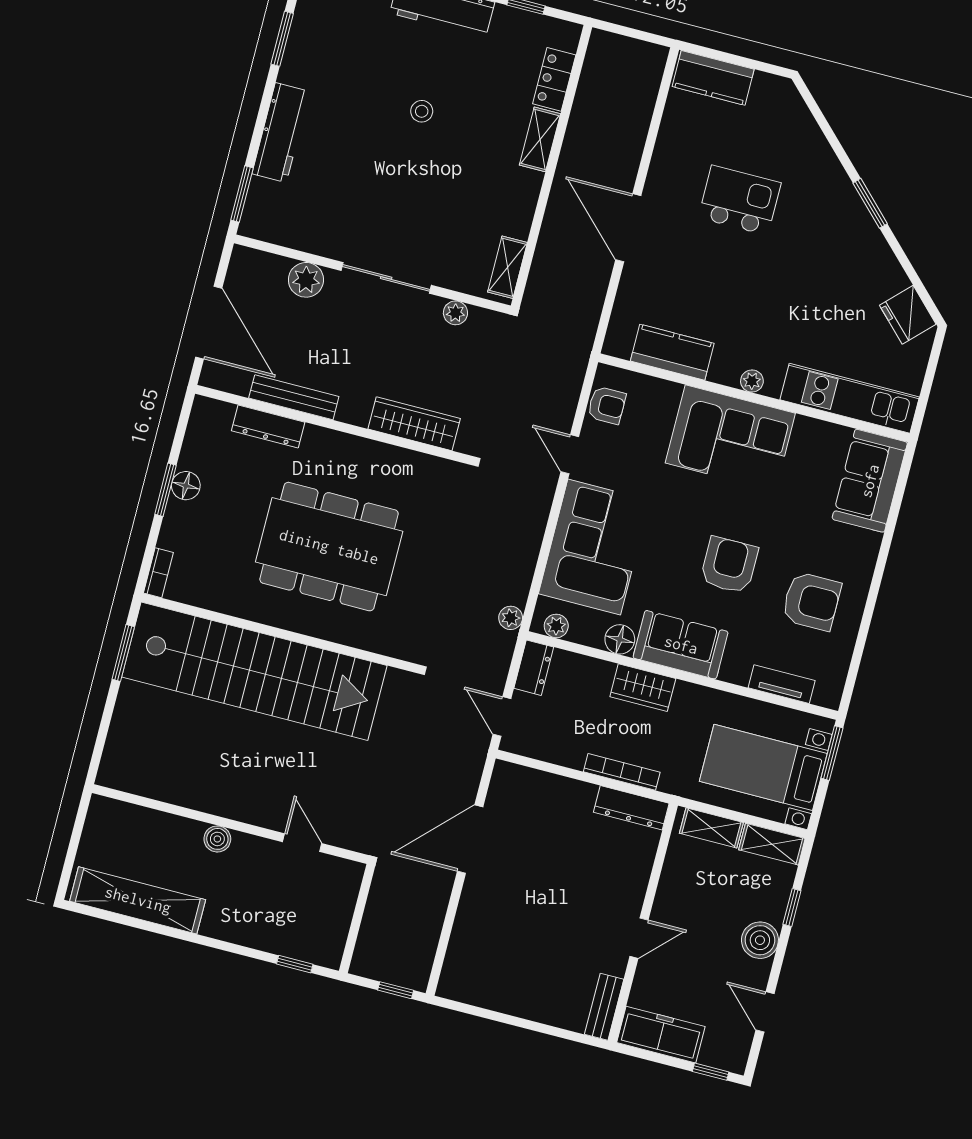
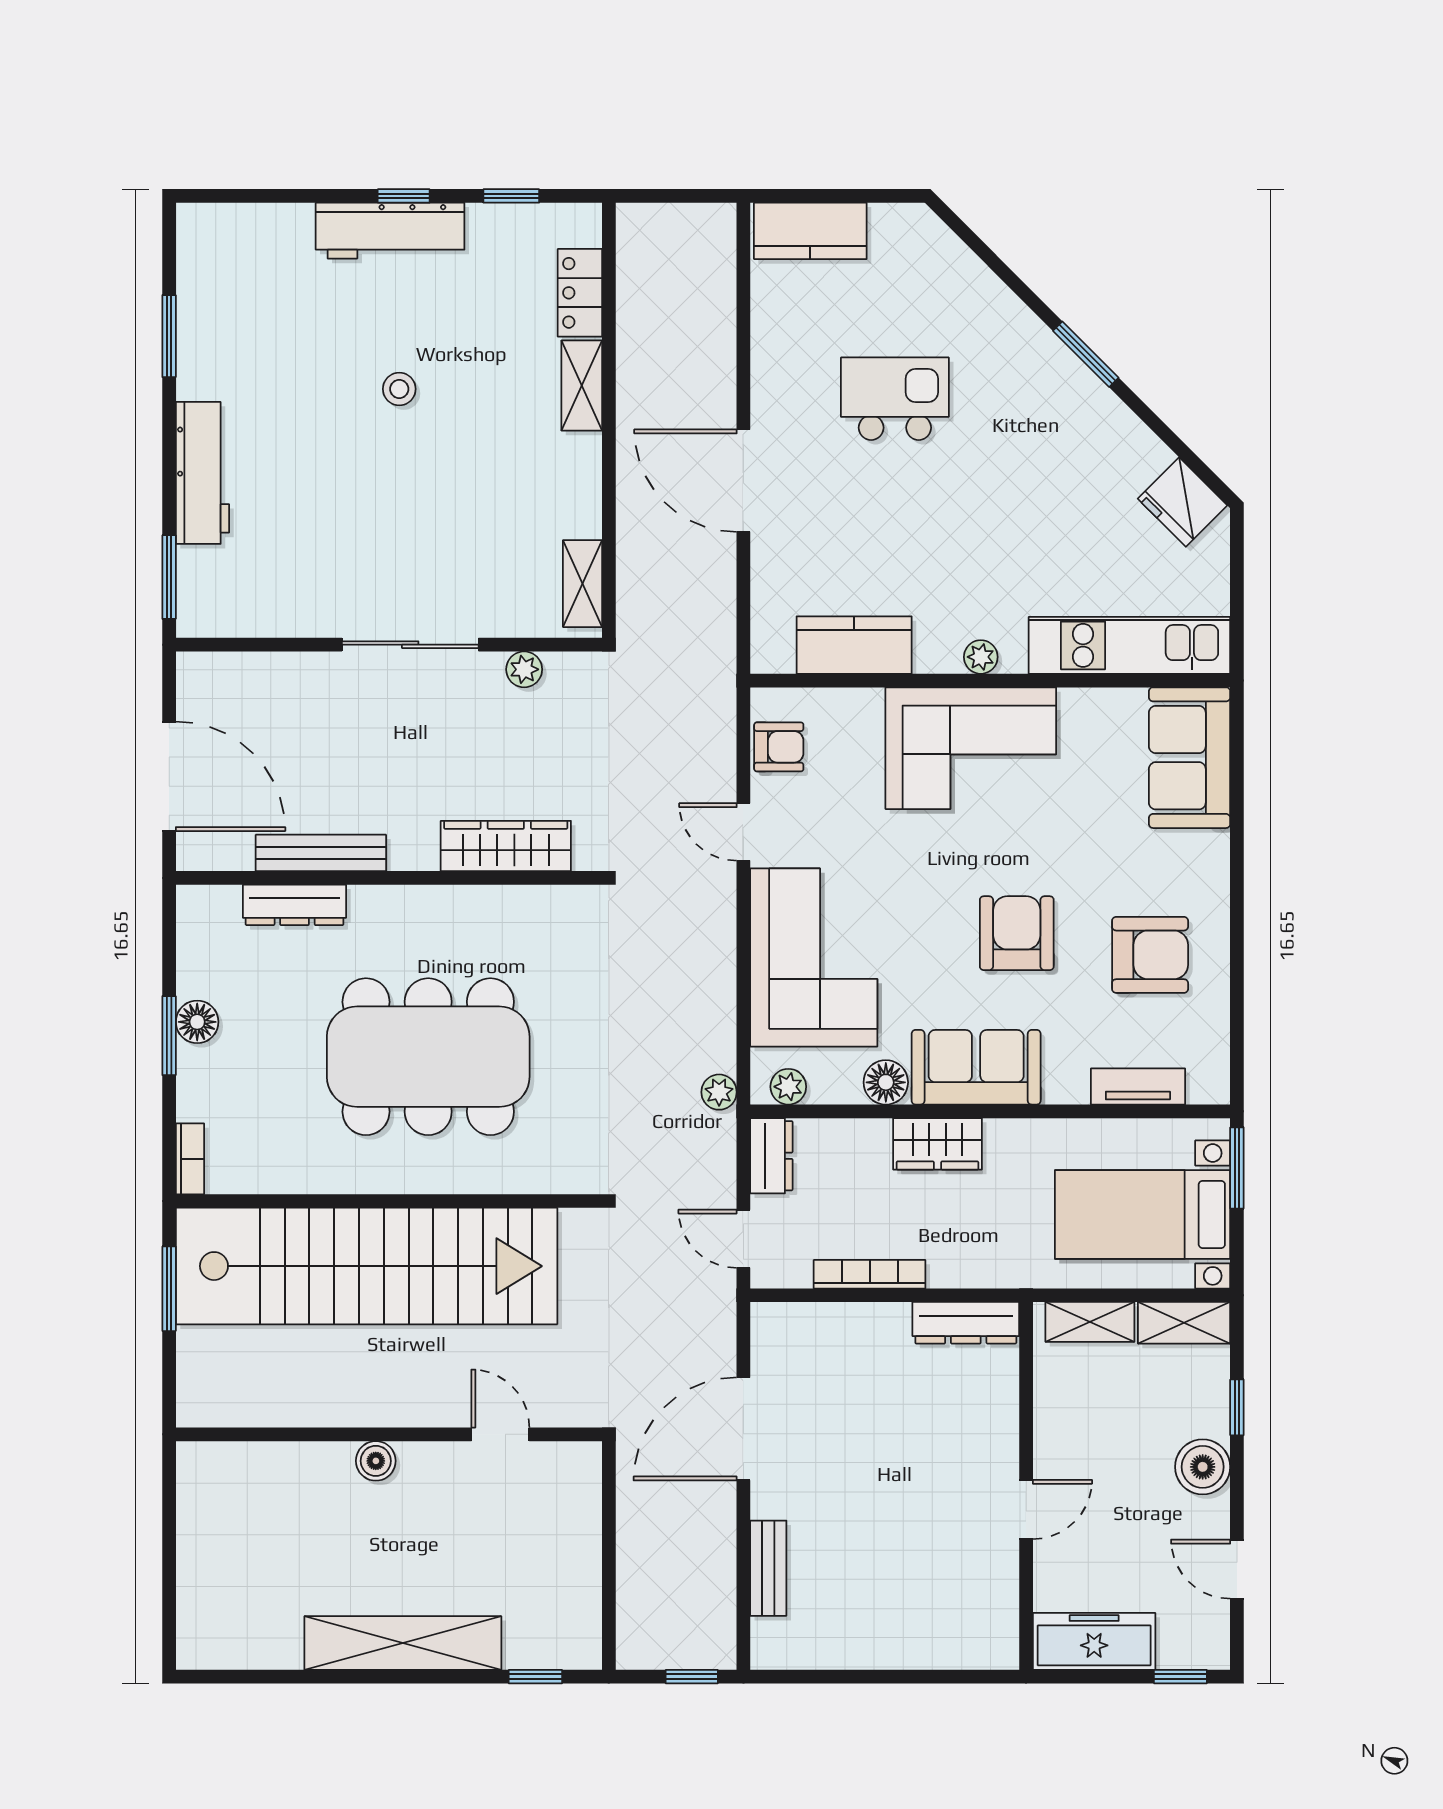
plant: (306, 280) -> (294, 678), removed
bookcase: (622, 772) -> (870, 1274), moved
wall: (230, 824) -> (389, 1434), moved
boiler: (217, 839) -> (376, 1461), moved
door: (302, 843) -> (500, 1434), moved
shelving: (138, 900) -> (403, 1643), moved
bench: (604, 1007) -> (768, 1568), moved

